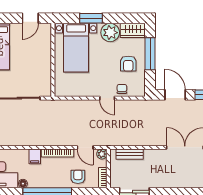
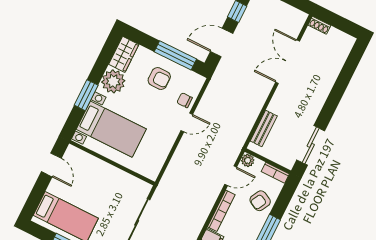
window: (150, 54) -> (175, 55), moved
armchair: (78, 177) -> (260, 201), turned -62

